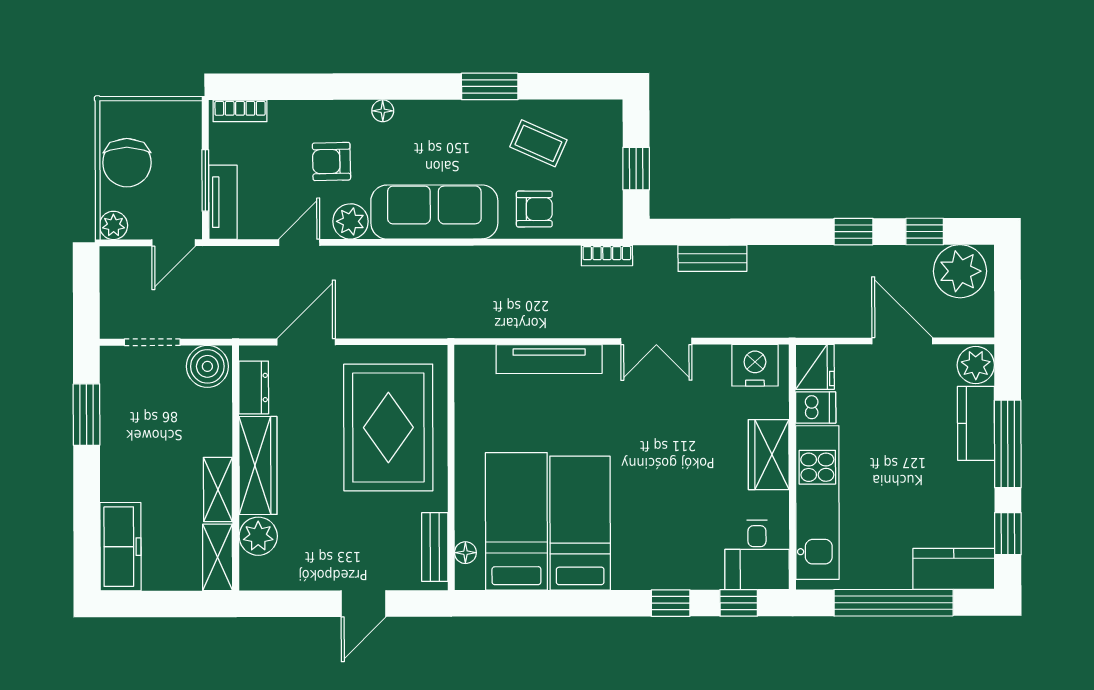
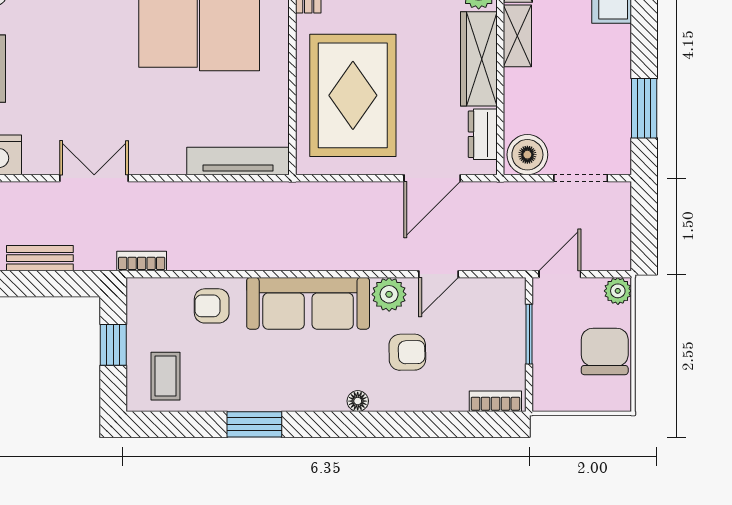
coffee table: (538, 143) -> (166, 376), moved, turned 66
tv unit: (223, 202) -> (512, 313), removed
tv unit: (549, 359) -> (238, 161), moved

